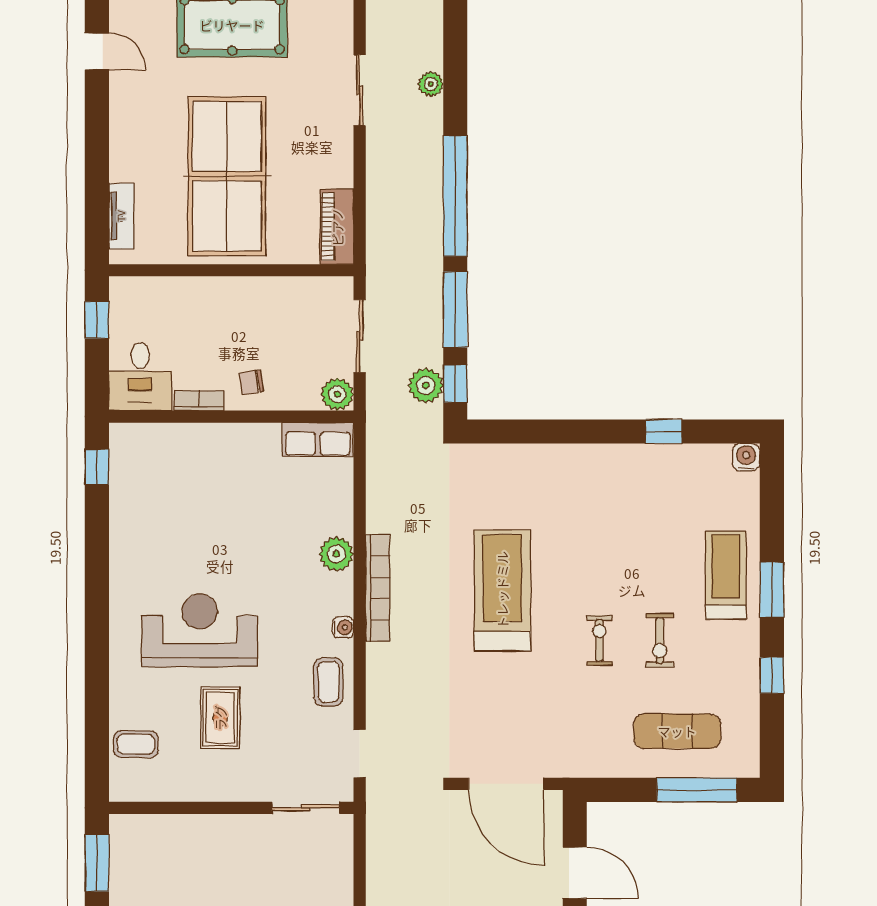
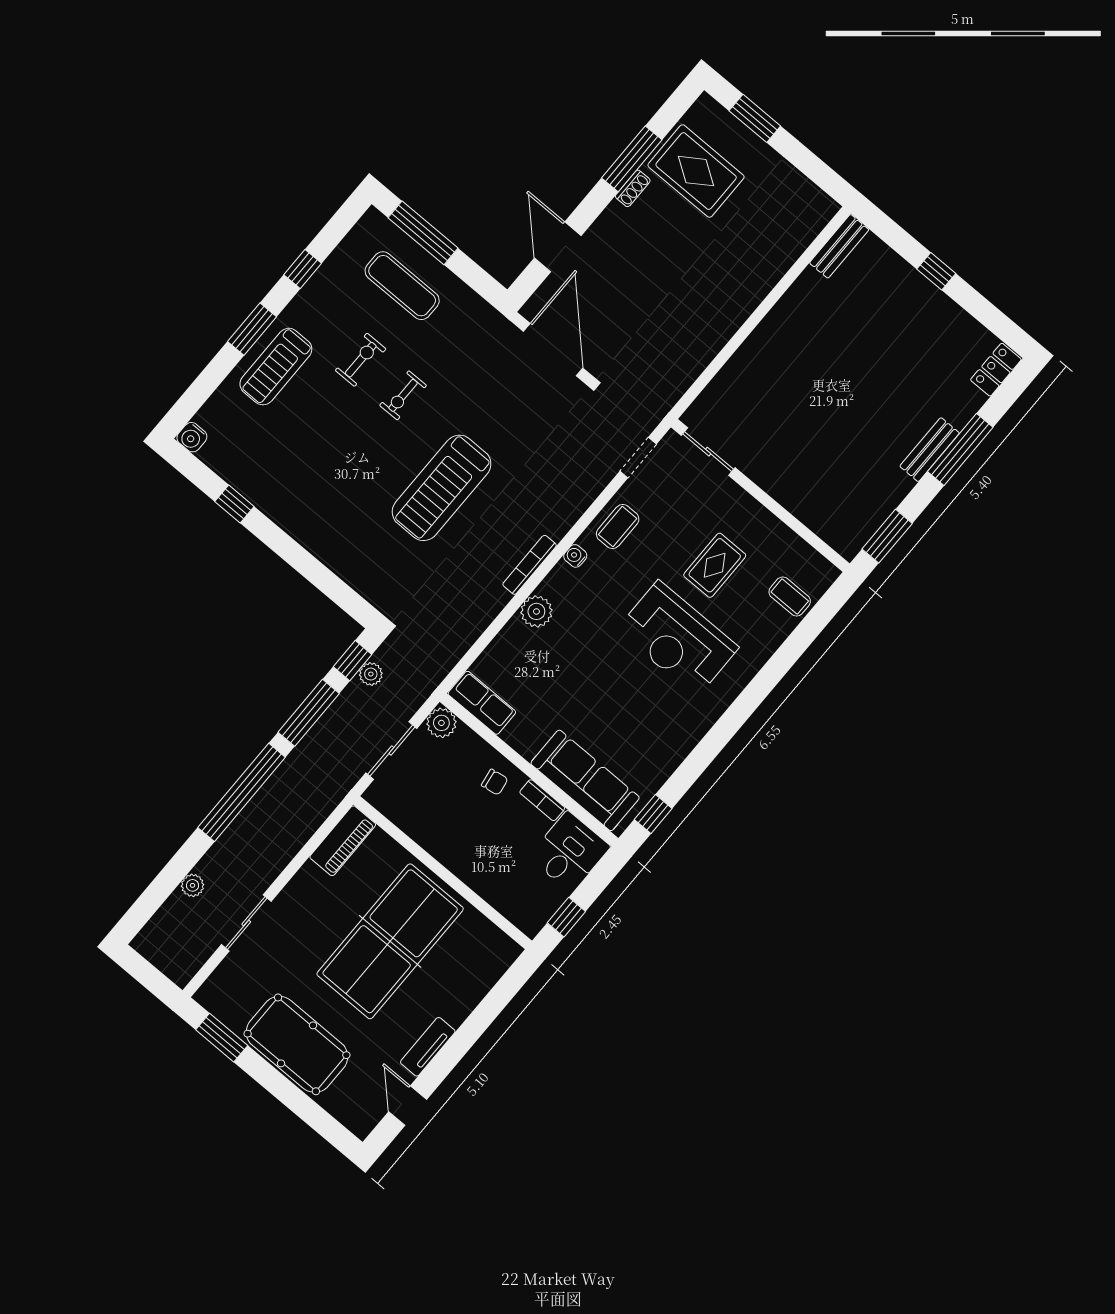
tv unit: (121, 216) -> (428, 1047), moved
plant: (426, 385) -> (371, 674), width x0.73, depth x0.73
sofa: (177, 447) -> (585, 780), added
bookcase: (378, 588) -> (530, 565), width x0.68, depth x0.76

